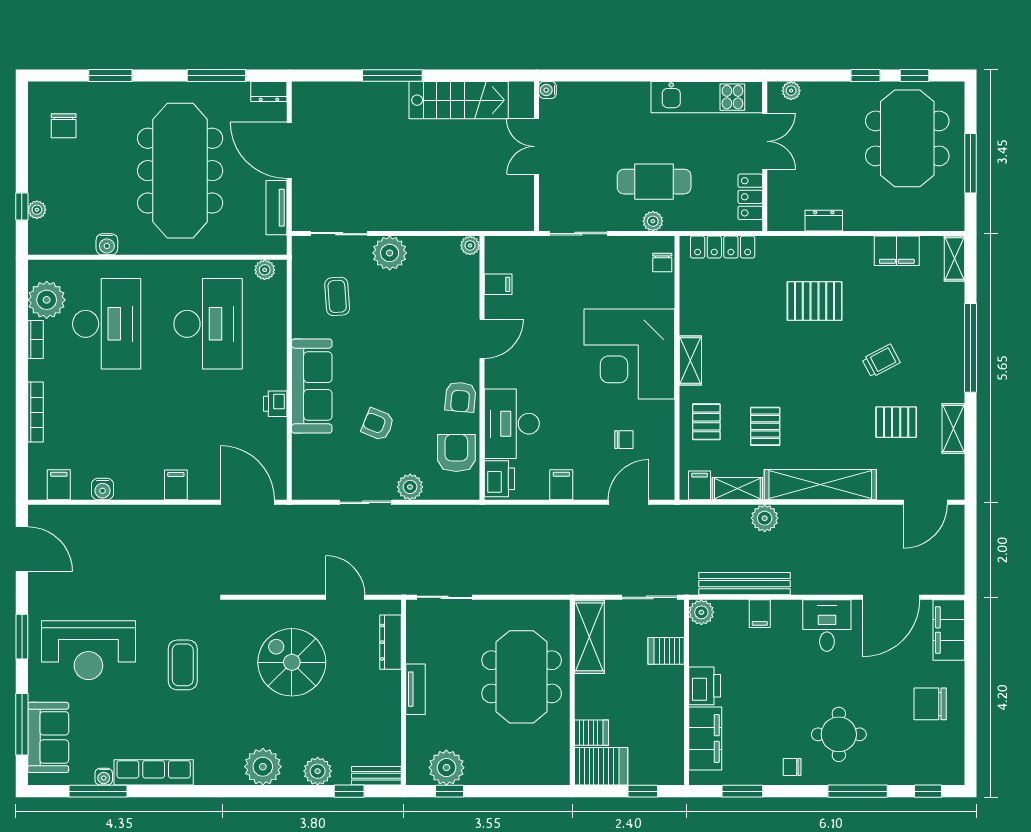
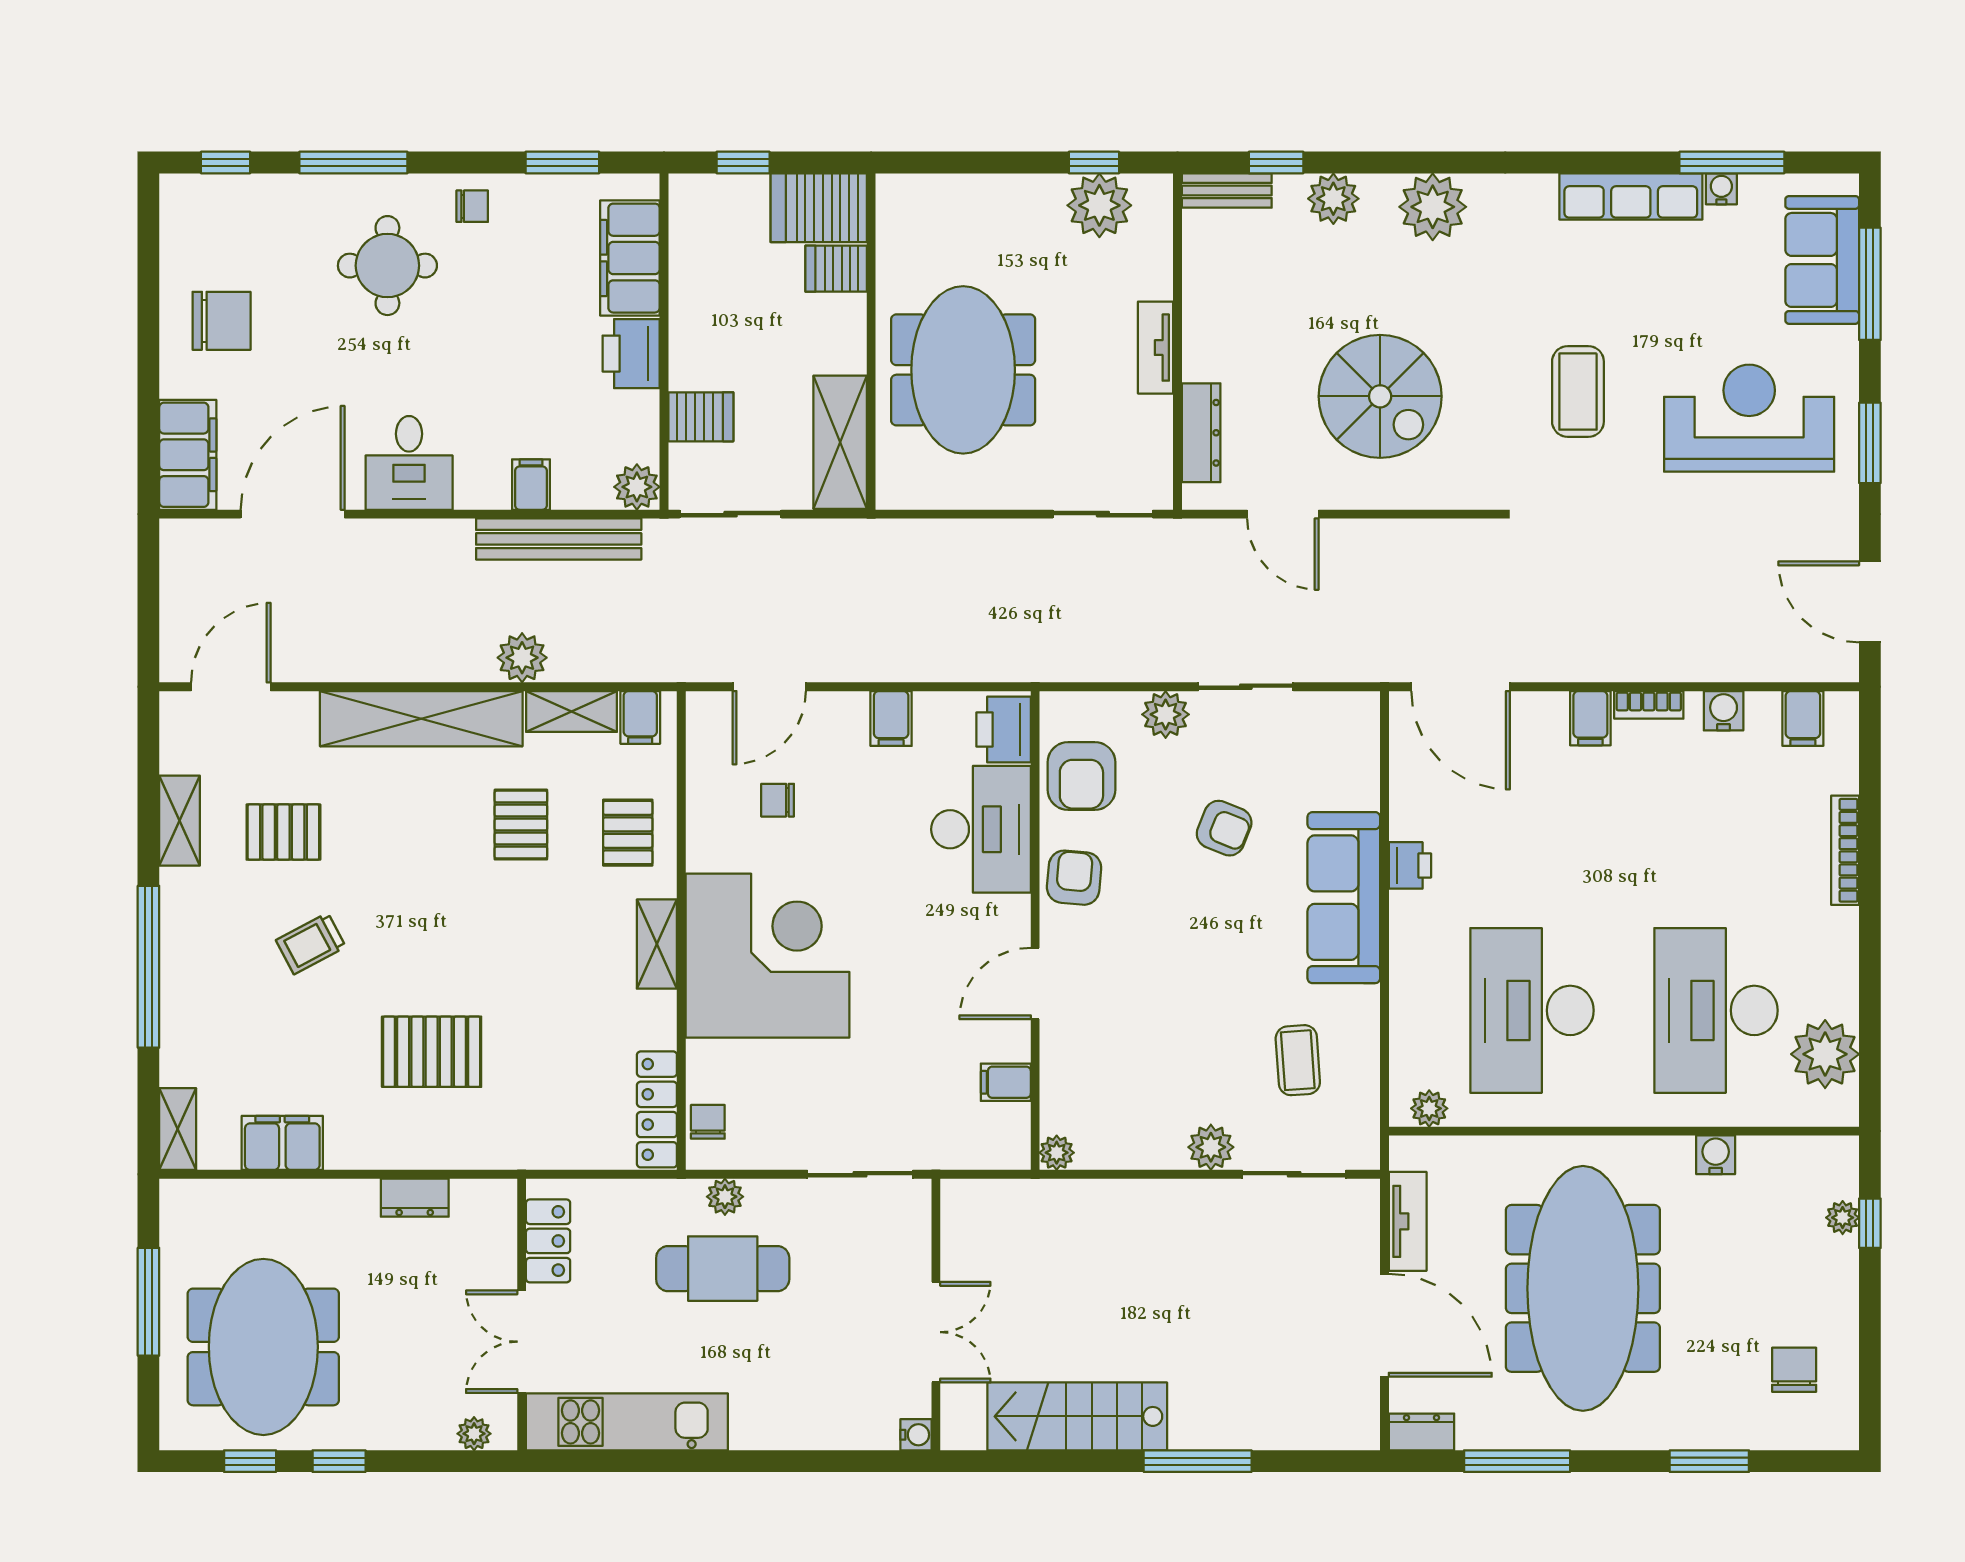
locker: (723, 247) -> (657, 1109), moved, turned -90
plant: (390, 253) -> (1211, 1147), width x0.73, depth x0.73
bookcase: (35, 340) -> (1649, 705), moved, turned -90

